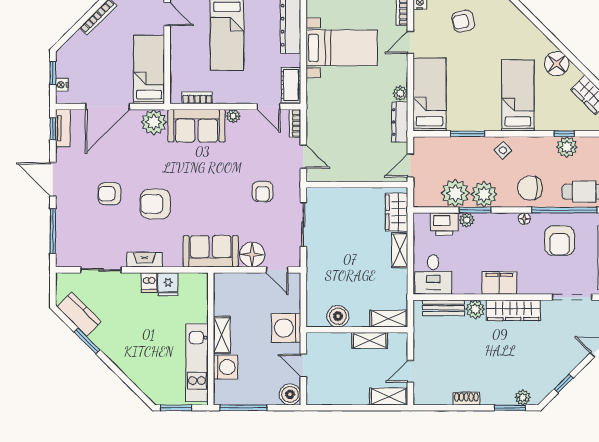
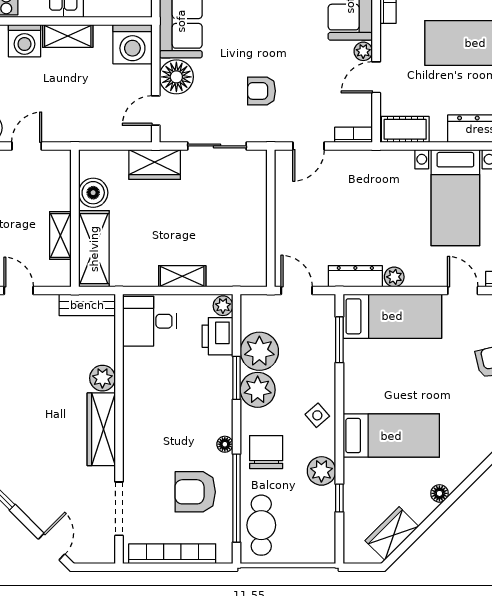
floor lamp: (557, 64) -> (439, 493), width x0.53, depth x0.53
door: (269, 107) -> (376, 77), moved
window: (468, 134) -> (339, 340), moved
plant: (567, 147) -> (321, 471), moved
wardrobe: (397, 212) -> (155, 165), moved, turned 180
plant: (467, 220) -> (223, 306), moved
filing cabinet: (499, 283) -> (138, 410), removed
bench: (443, 308) -> (87, 305), moved, turned 90
shelving: (389, 319) -> (94, 249), width x1.50, depth x1.33
washing machine: (286, 328) -> (132, 44), moved, turned 180

